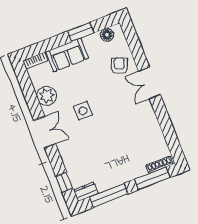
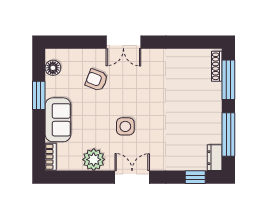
armchair: (119, 66) -> (96, 80), moved

